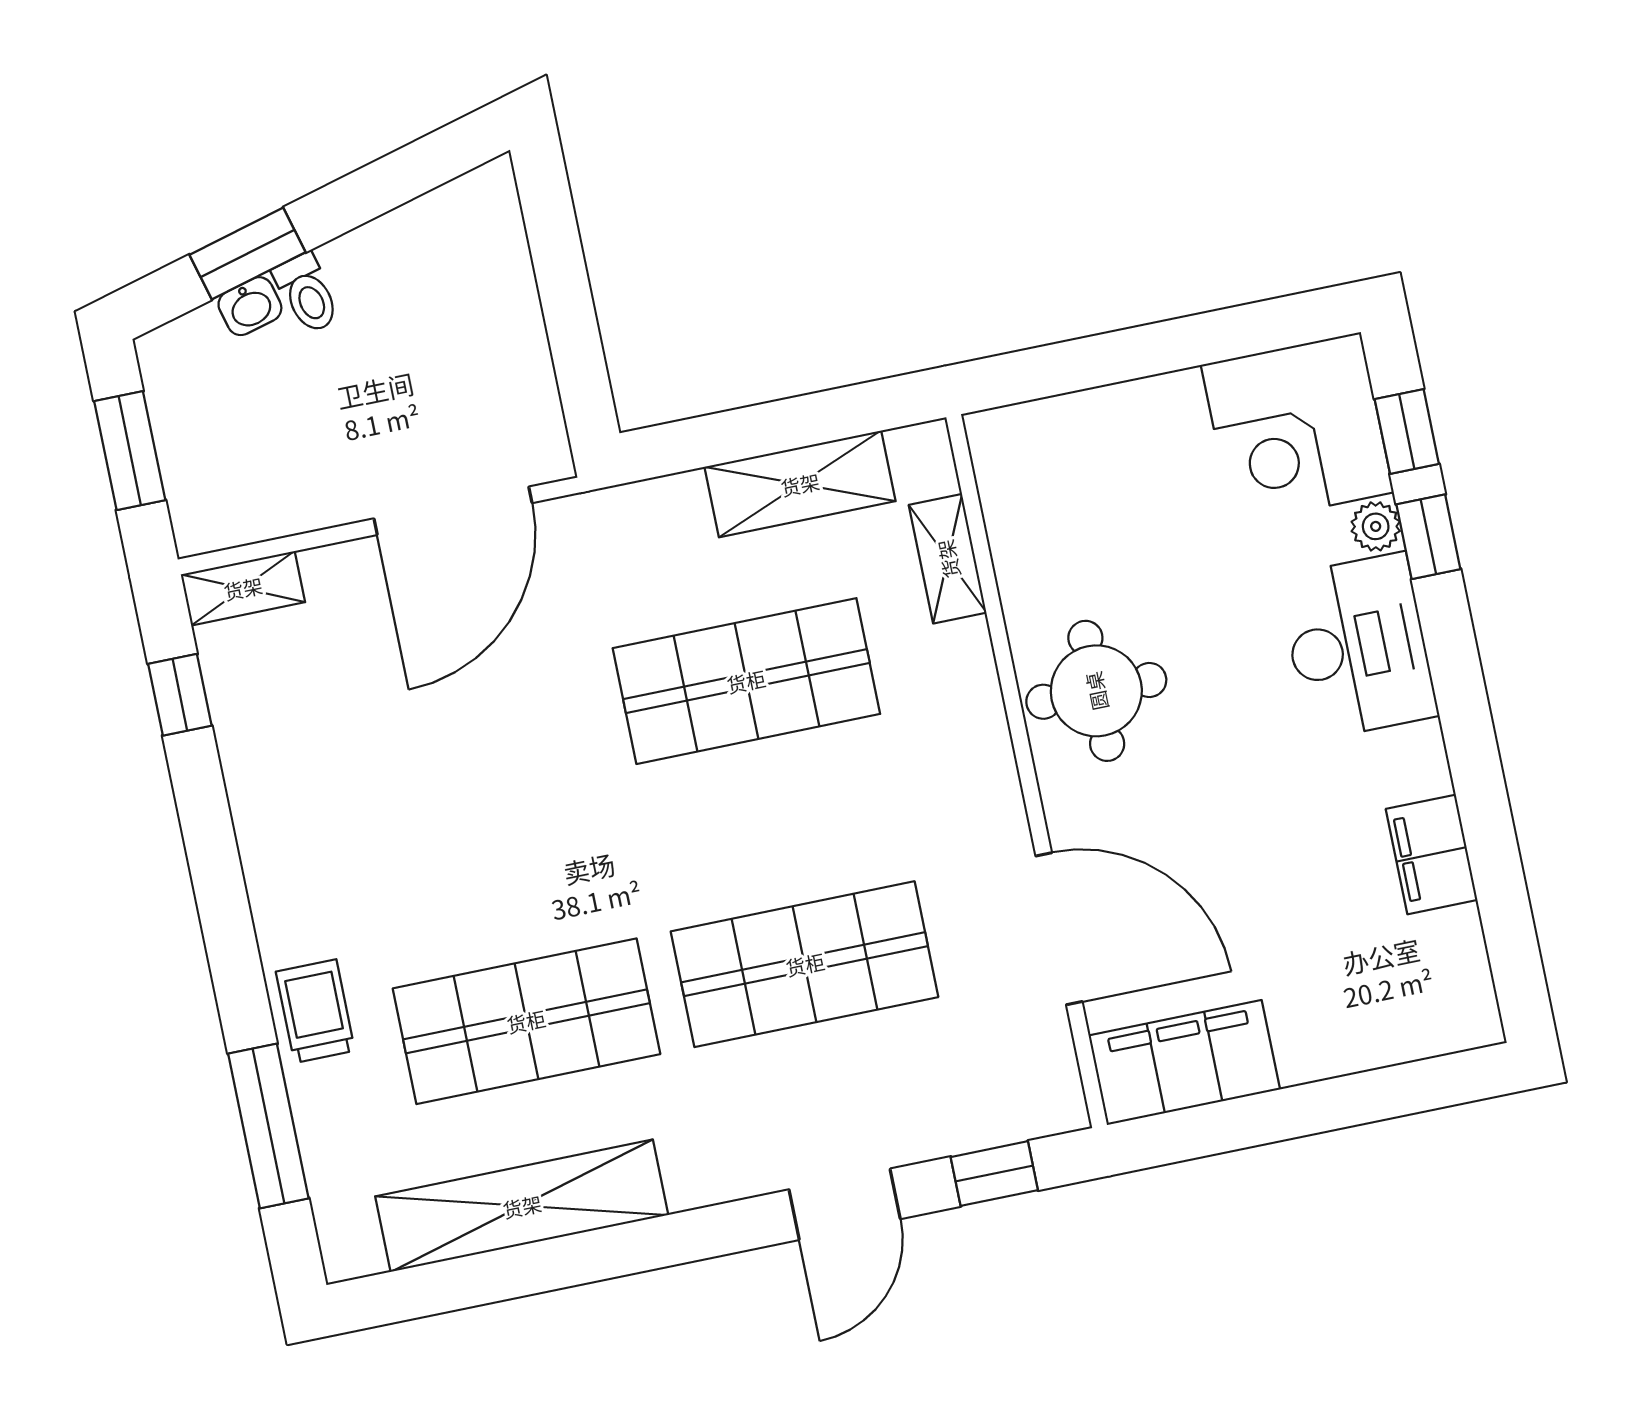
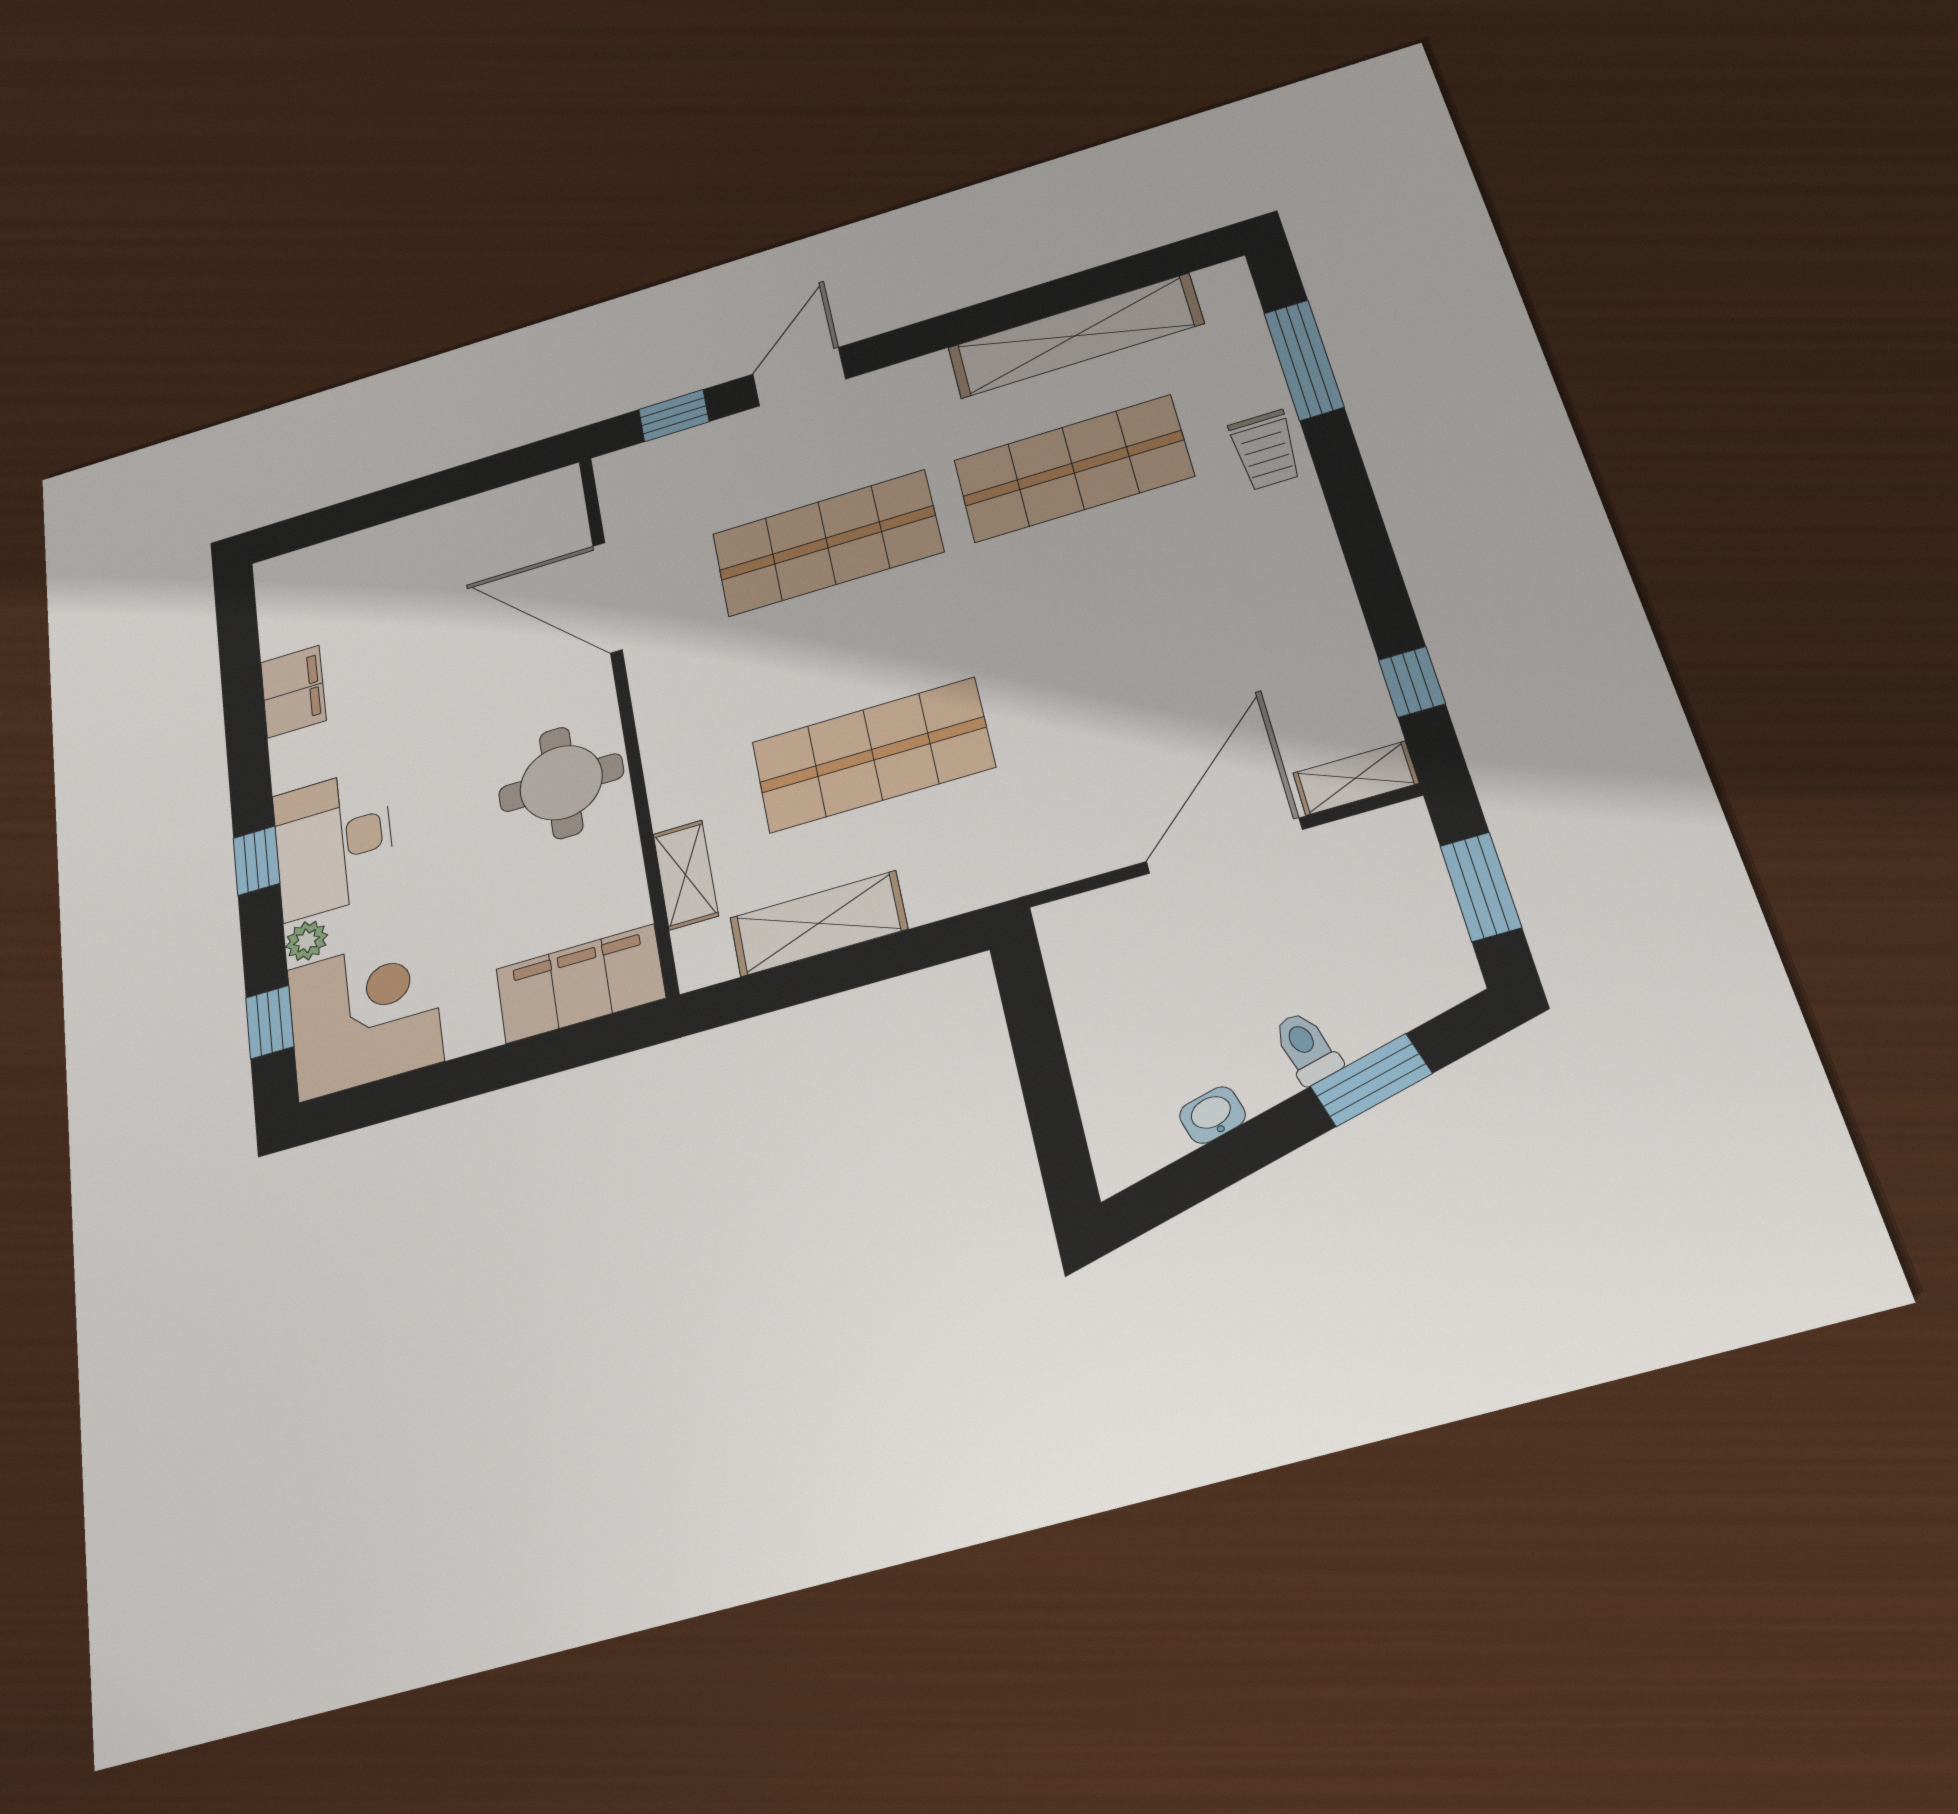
washbasin: (250, 306) -> (1212, 1115), moved
door: (453, 511) -> (1224, 846), moved
window: (1428, 537) -> (257, 861), moved
filing cabinet: (1184, 1062) -> (580, 984), moved, turned 180

